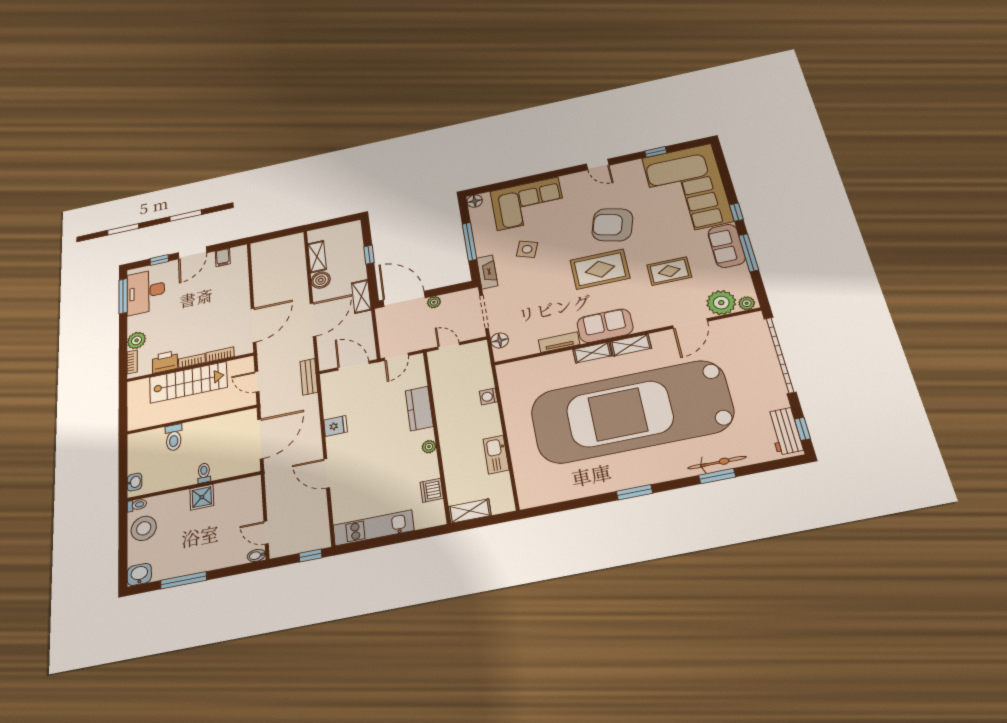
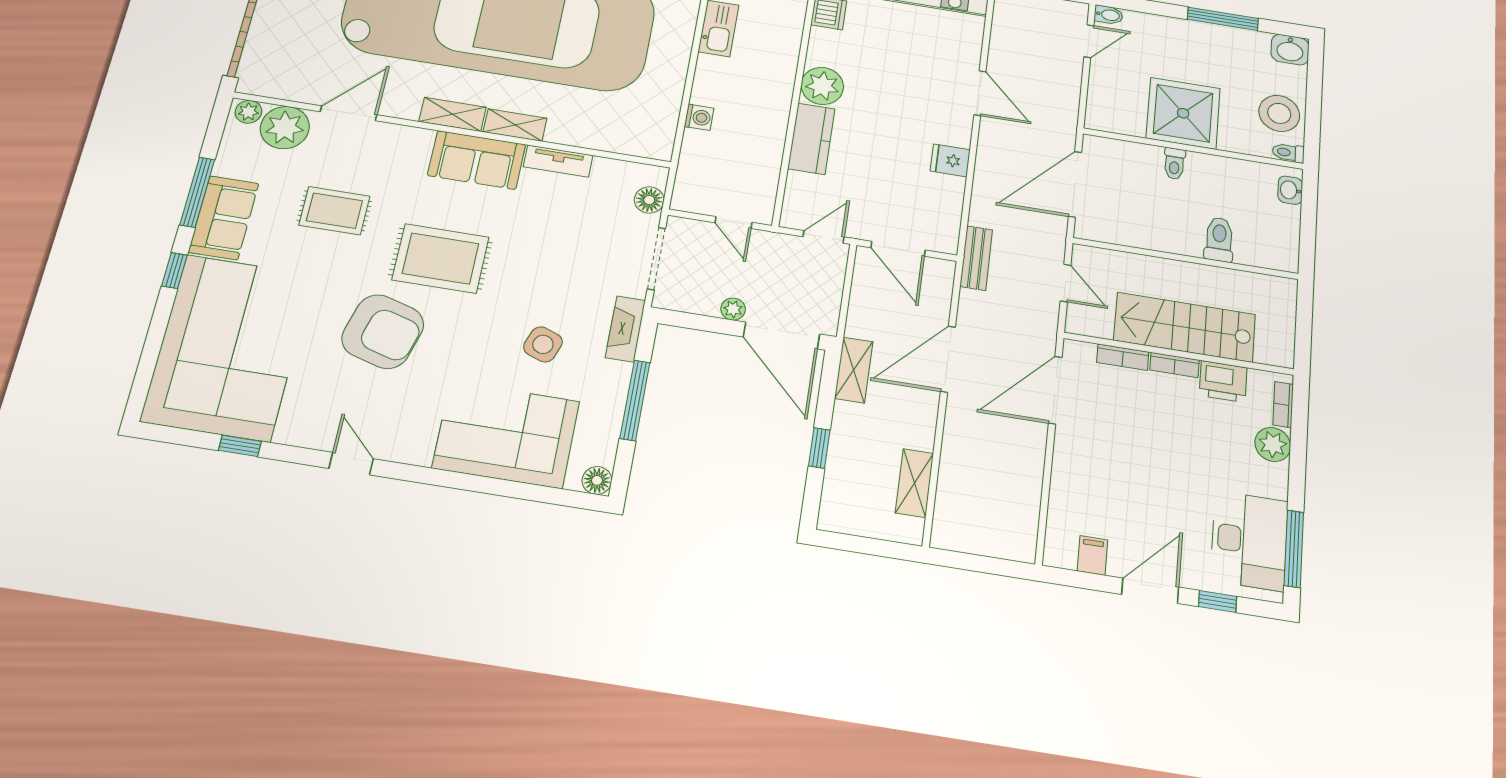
boiler: (321, 280) -> (918, 431), removed
plant: (429, 447) -> (822, 86), width x1.87, depth x1.87
shower: (202, 497) -> (1183, 113), width x1.86, depth x1.86
door: (266, 533) -> (1089, 41), hinge flipped

